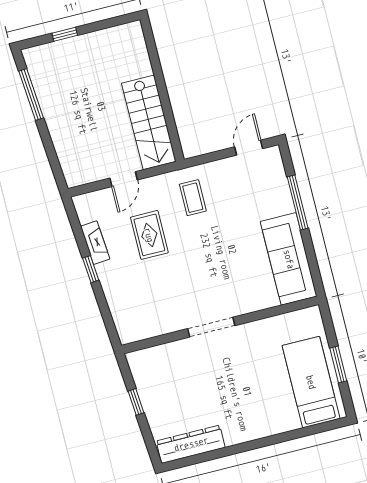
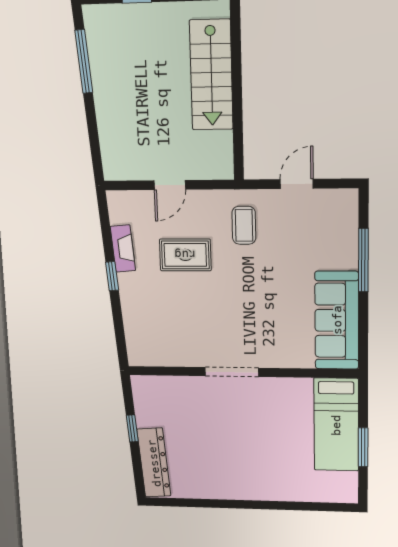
stairs: (149, 122) -> (211, 75), moved
door: (249, 148) -> (297, 184), moved
rug: (149, 235) -> (185, 255), turned 90
bed: (311, 382) -> (336, 425), moved, turned 180
dresser: (191, 444) -> (154, 463), moved, turned 85

